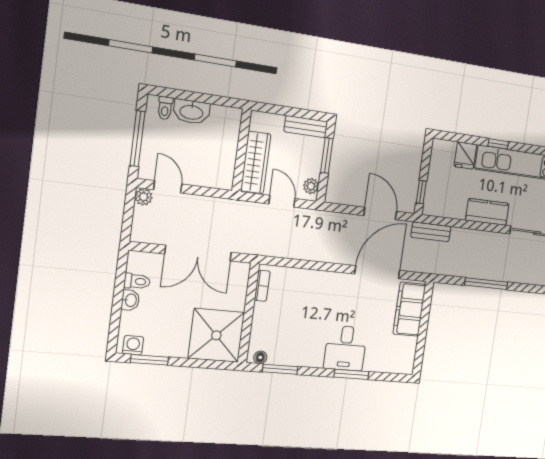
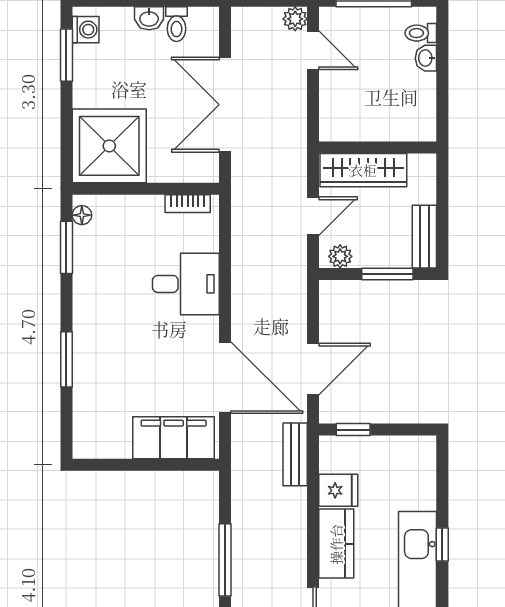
washbasin: (191, 112) -> (426, 58), width x0.52, depth x0.69
fridge: (465, 156) -> (338, 490), moved, turned 180
door: (168, 187) -> (313, 50), hinge flipped
desk: (345, 348) -> (186, 284), moved, turned 180

